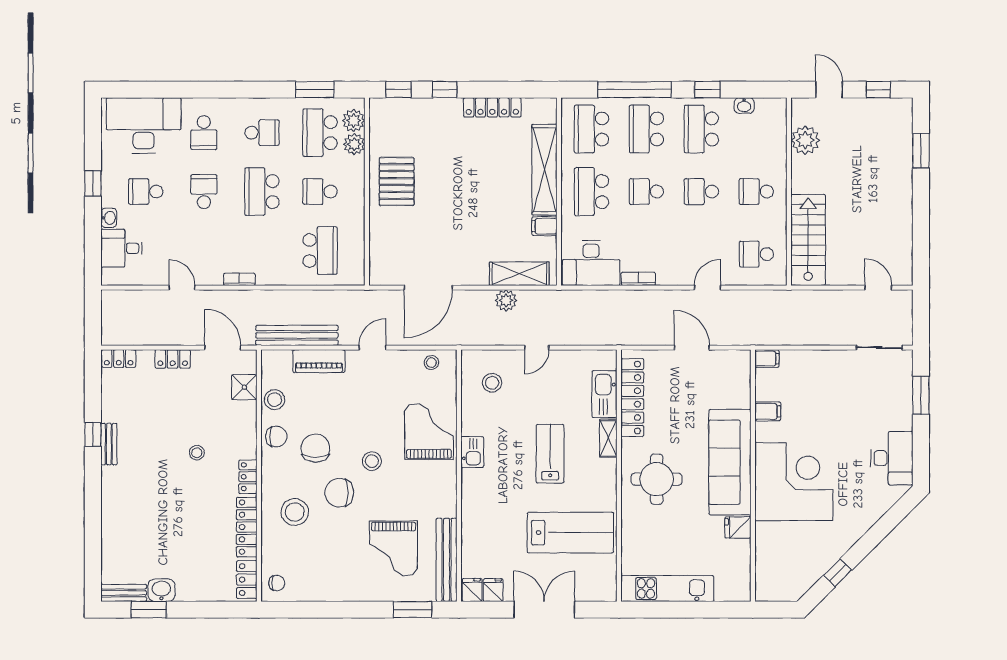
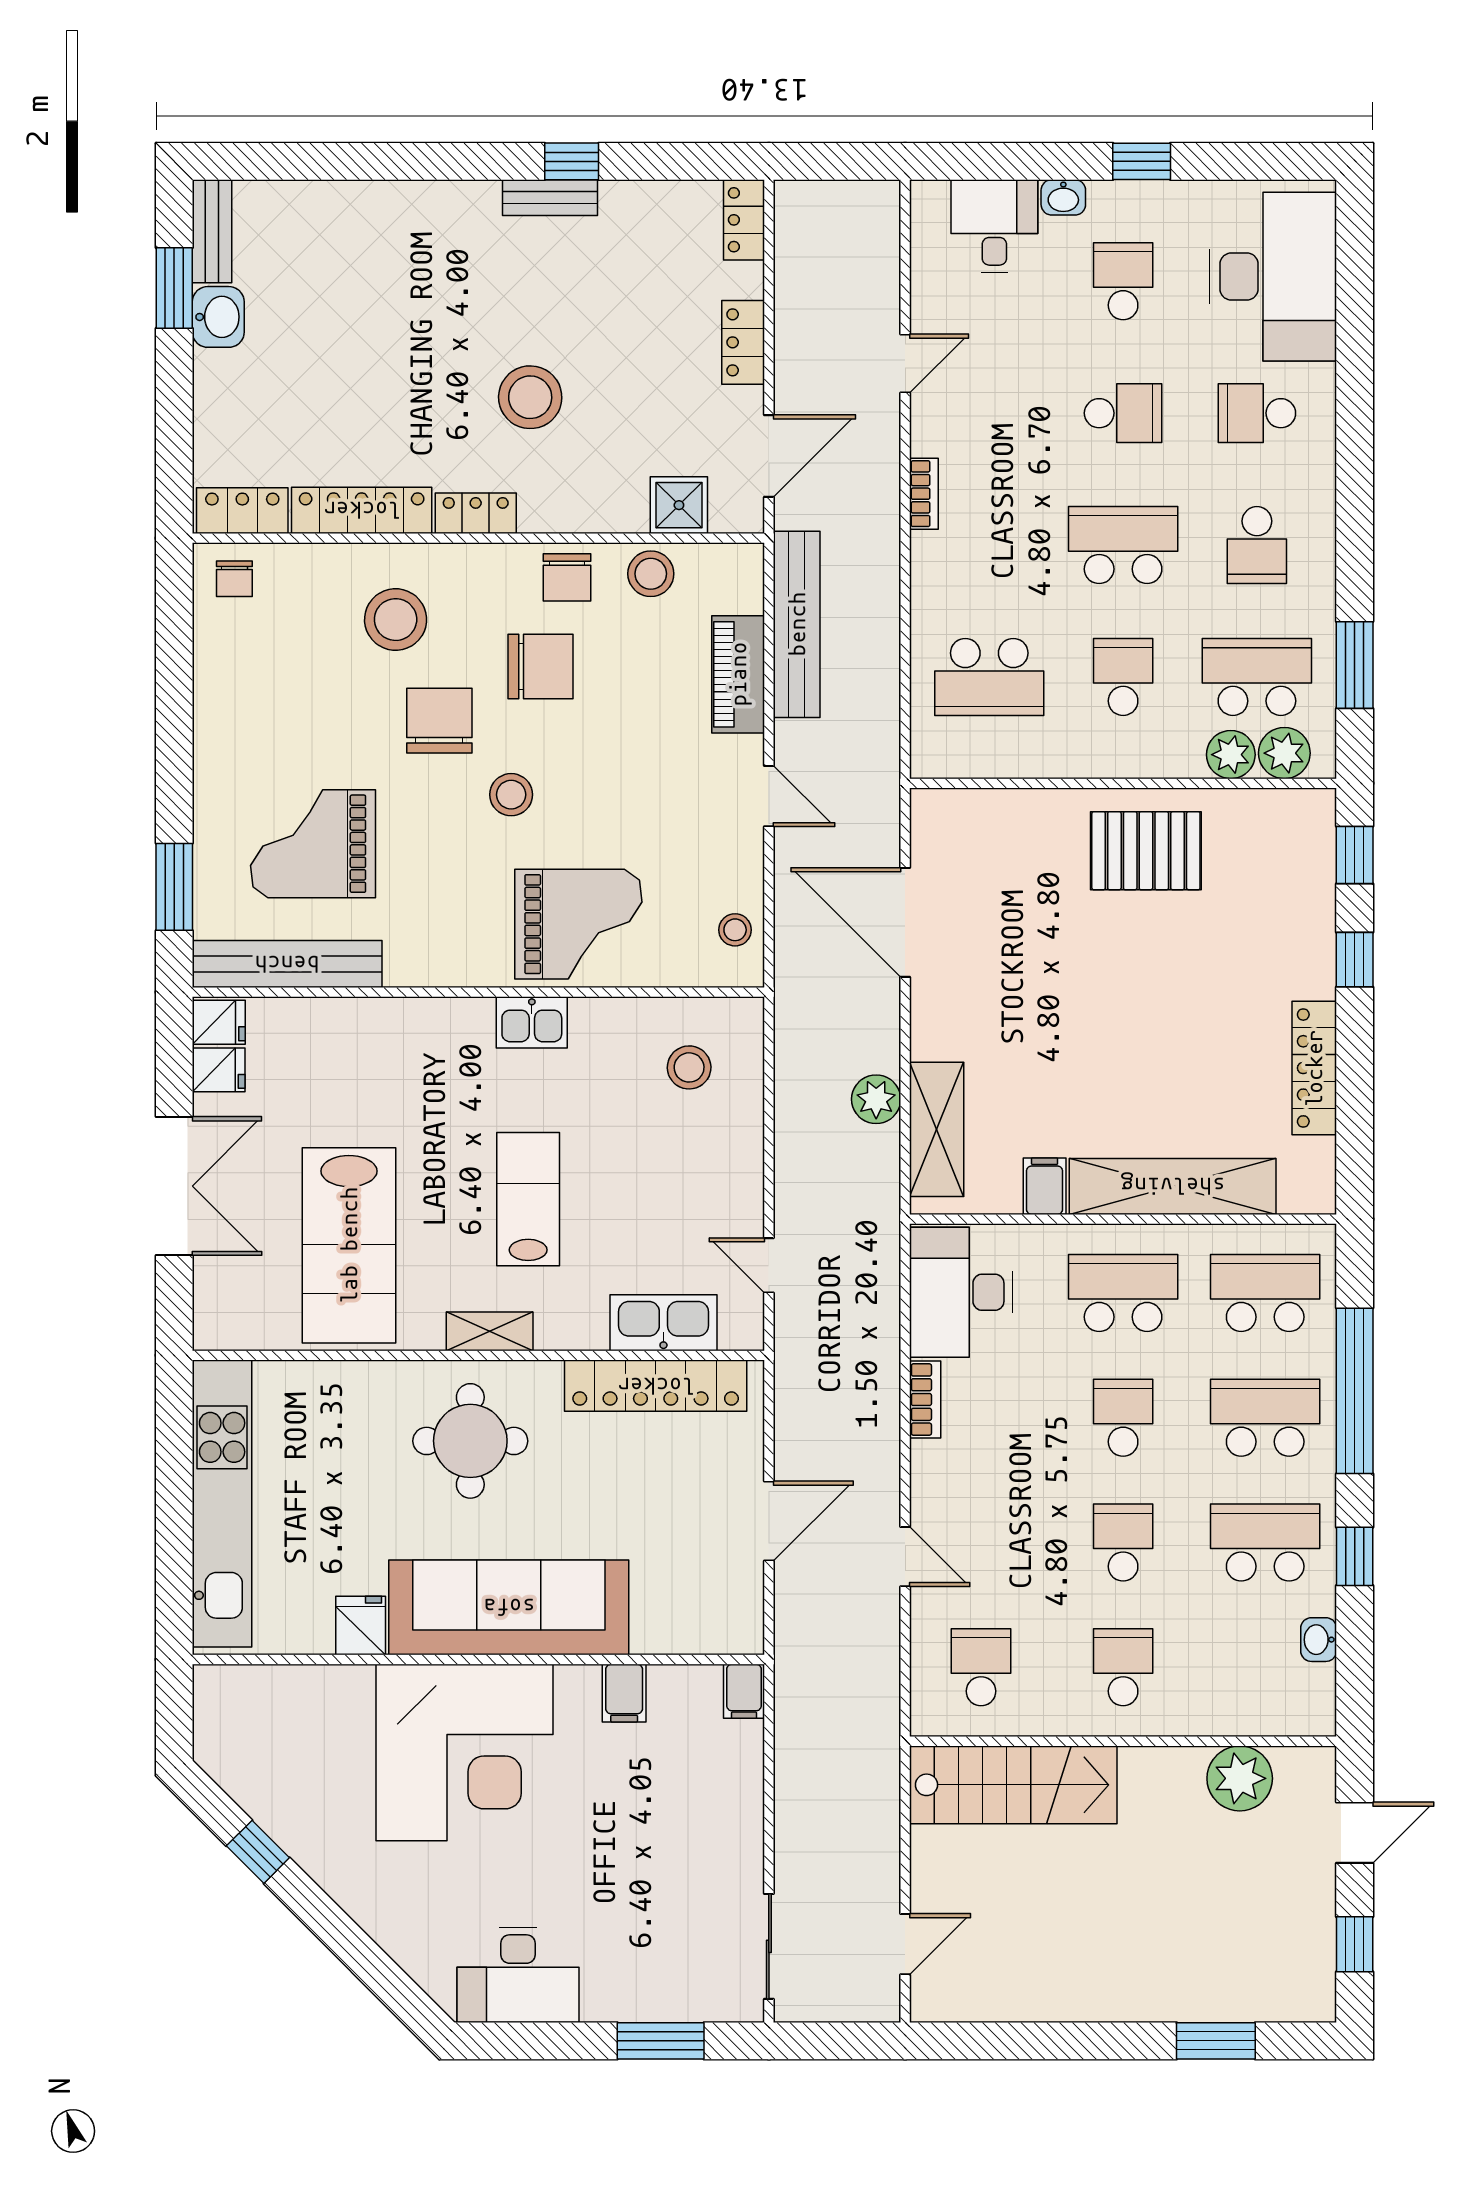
door: (537, 348) -> (769, 1265), moved
shelving: (608, 438) -> (490, 1331), moved
stool: (197, 453) -> (530, 397), width x1.89, depth x1.89
lab bench: (550, 454) -> (528, 1199), turned -90
kitchen unit: (667, 588) -> (222, 1503), width x1.36

